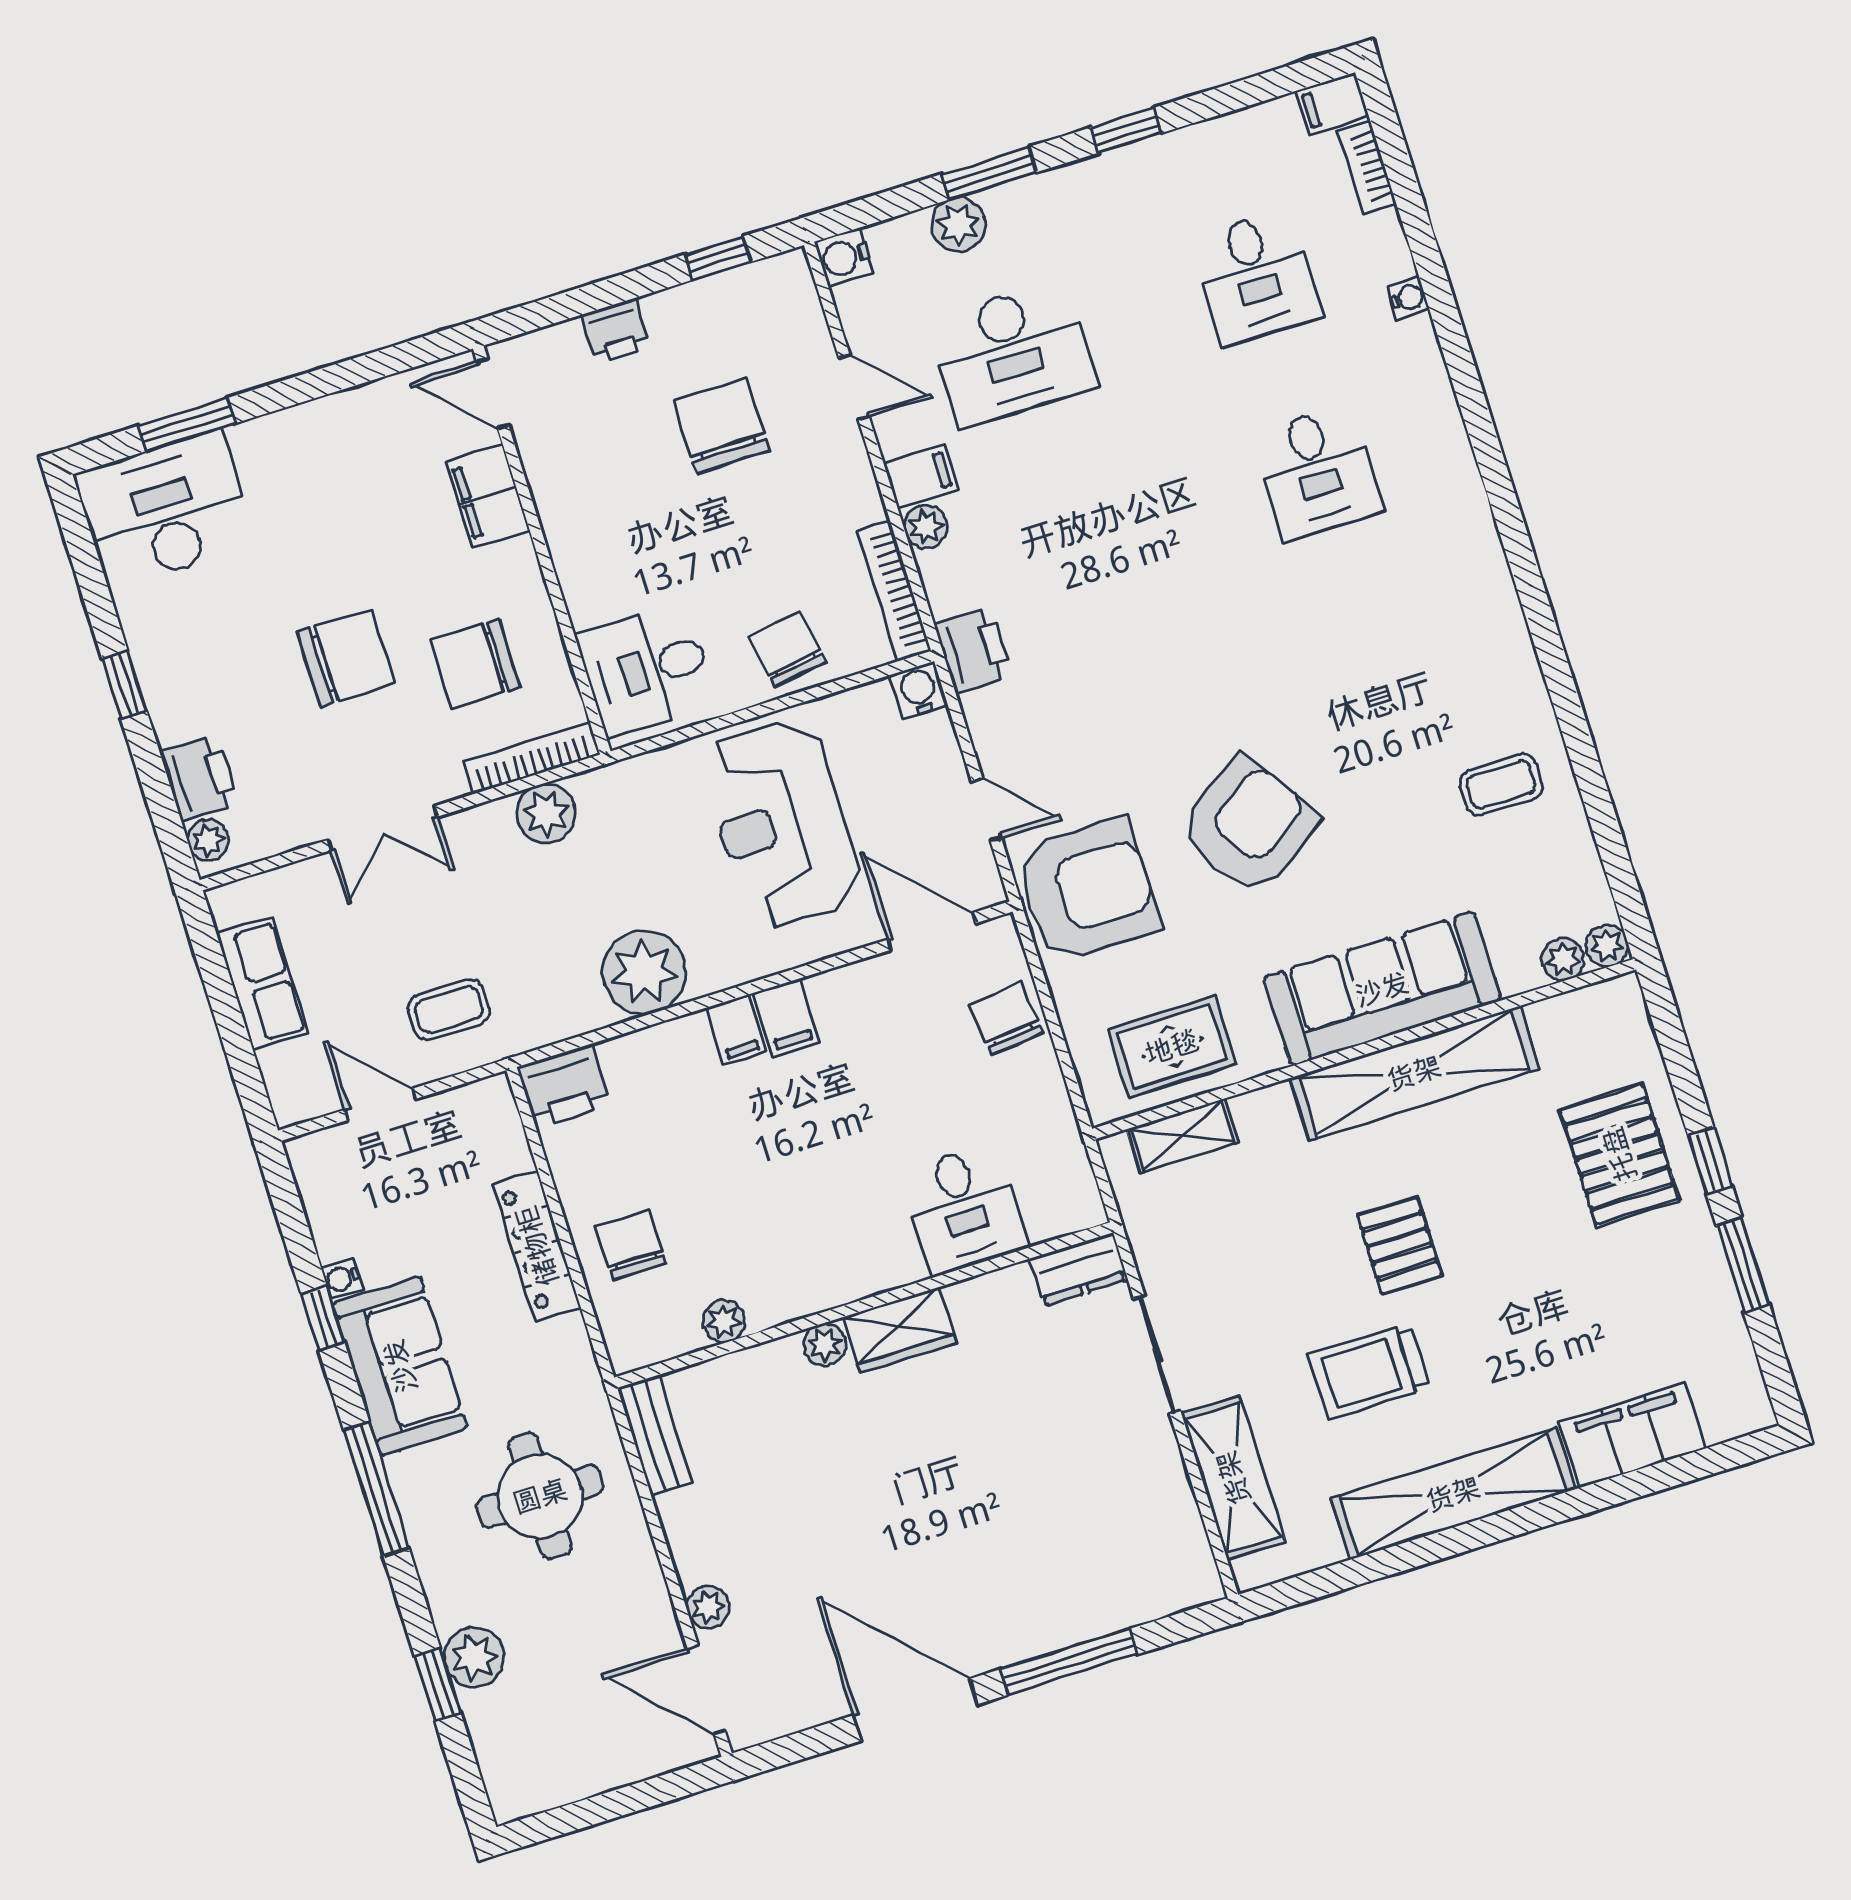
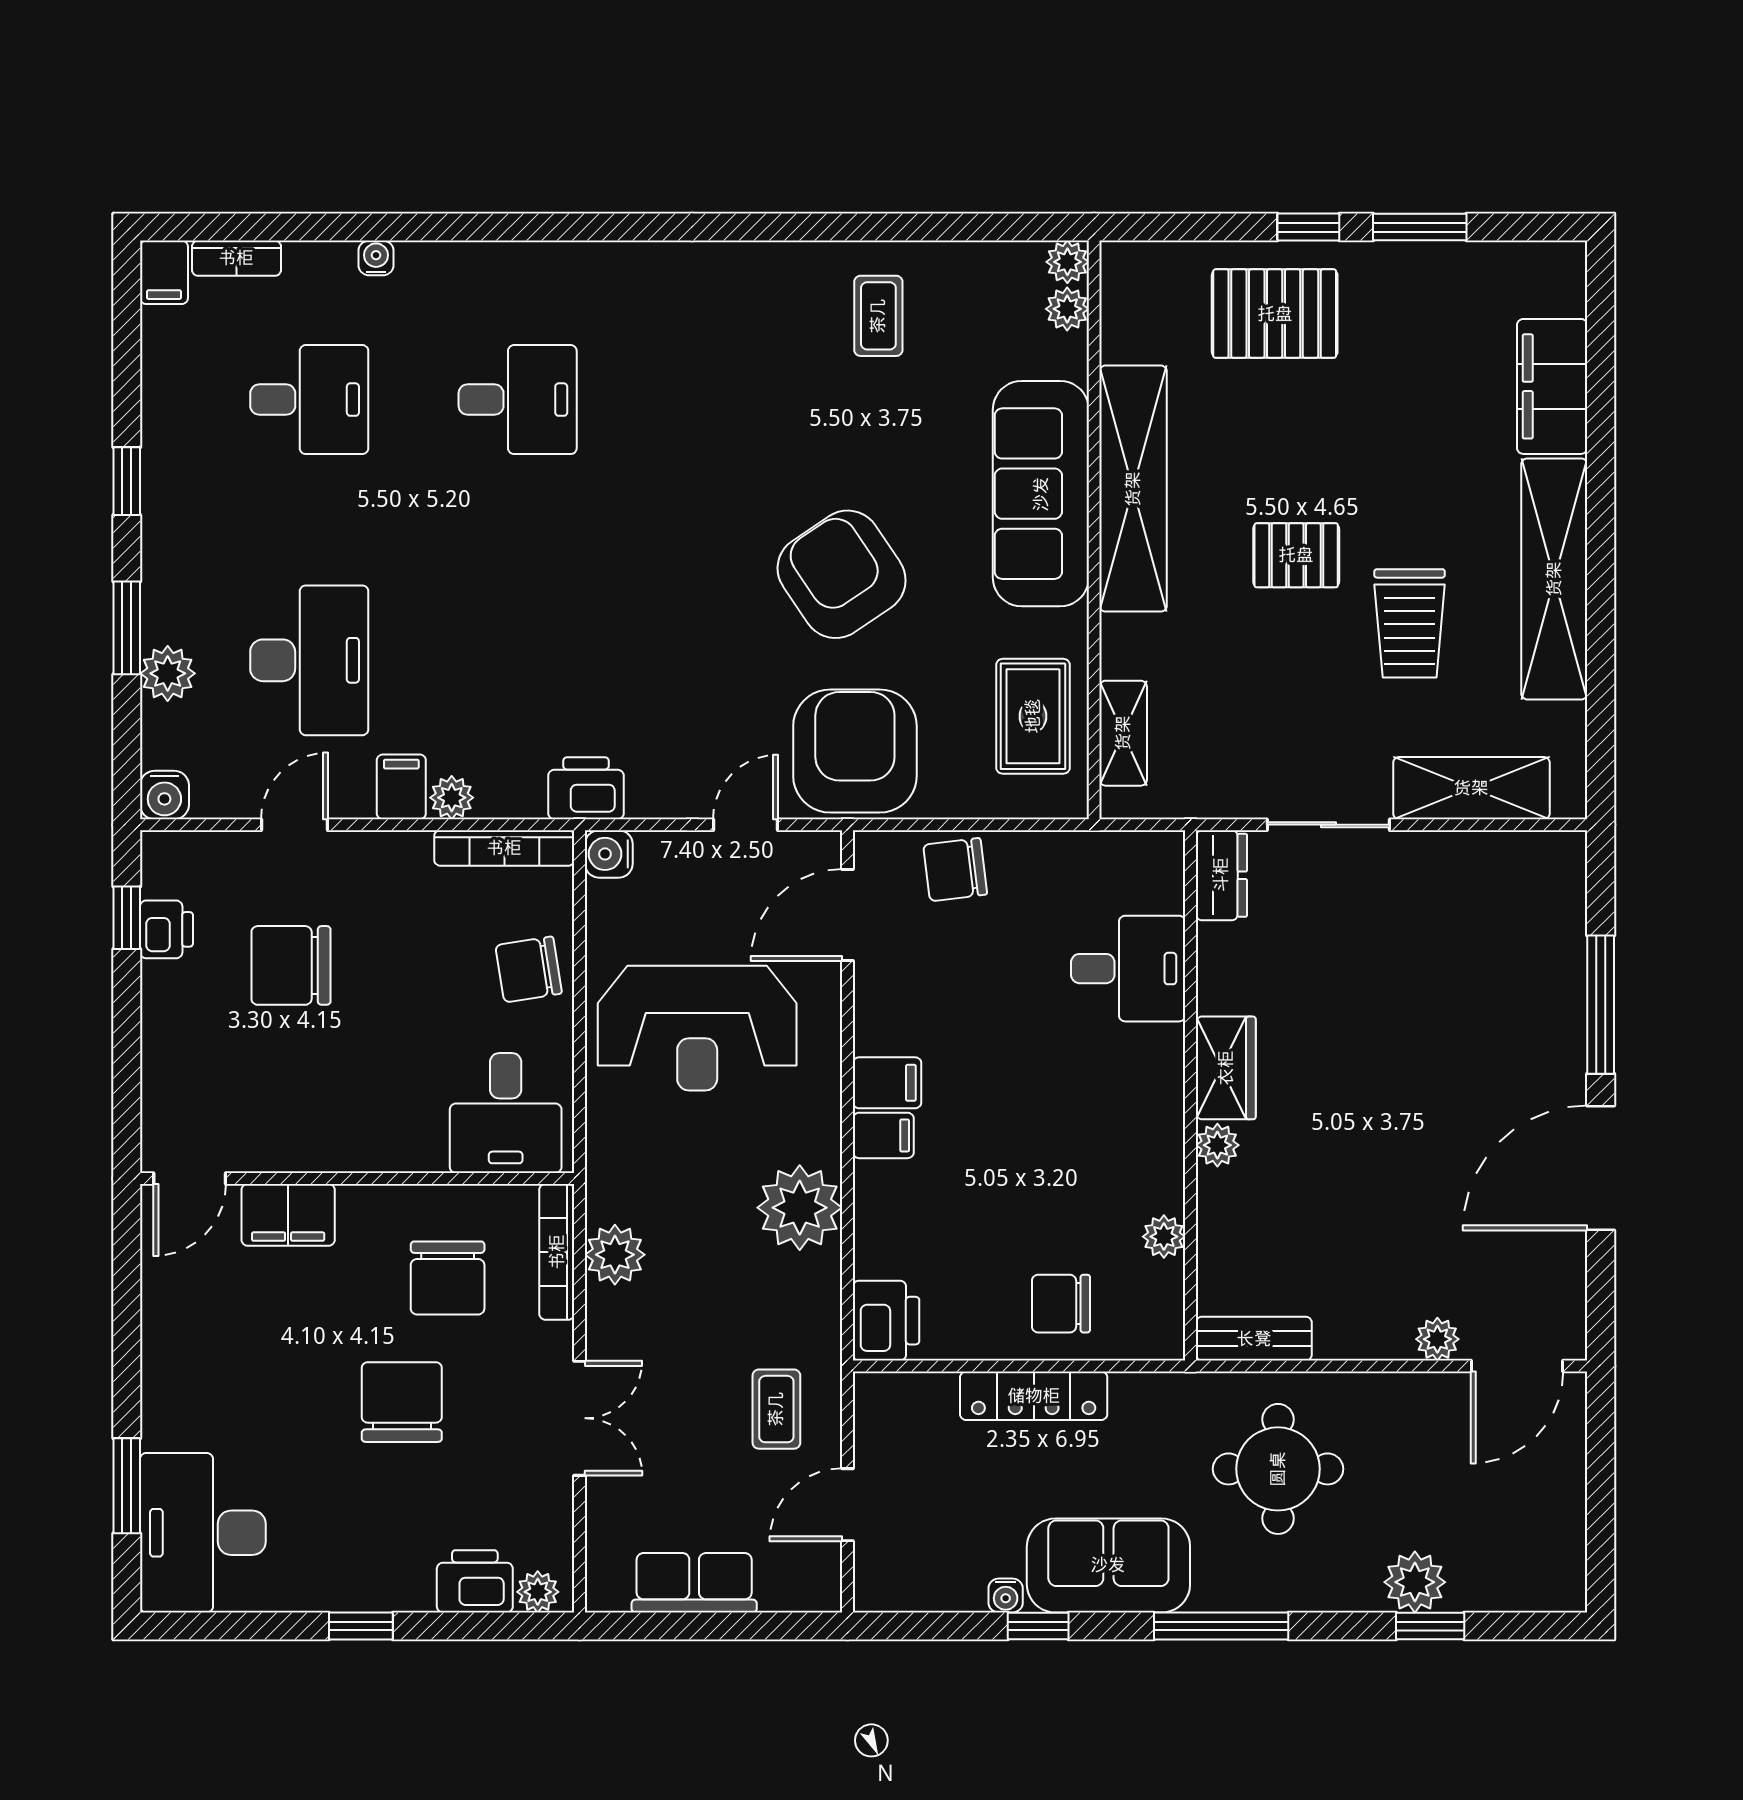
printer: (616, 331) -> (166, 929), moved

